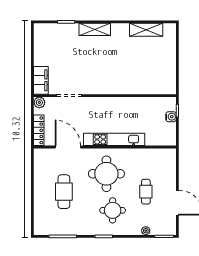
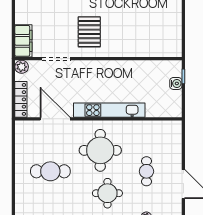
pallet: (97, 73) -> (89, 32), added
cafe table: (64, 192) -> (50, 171), turned 90

